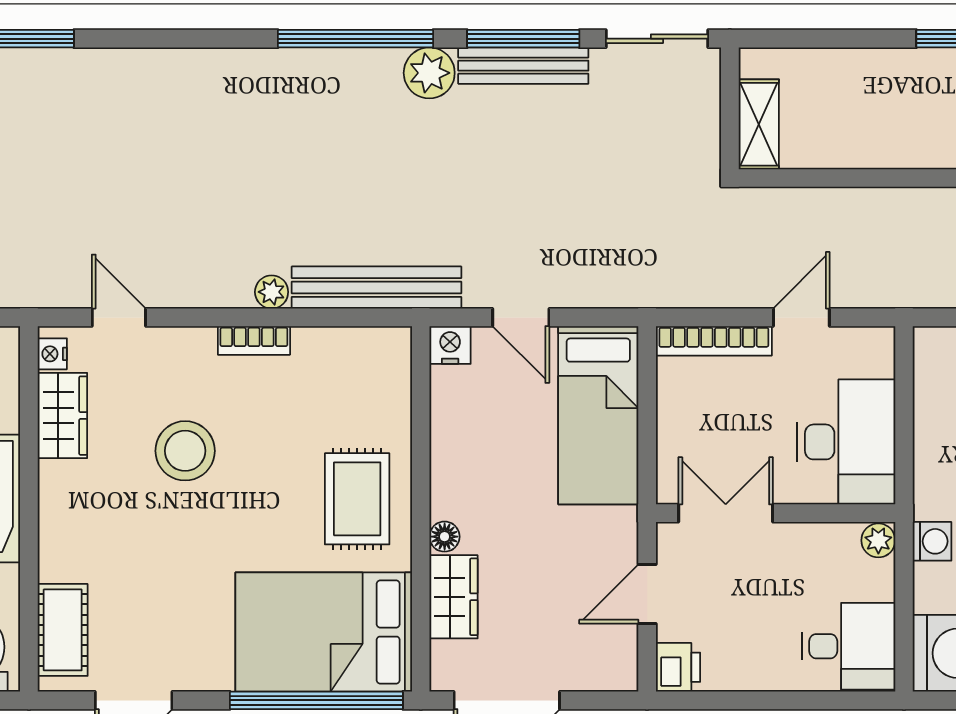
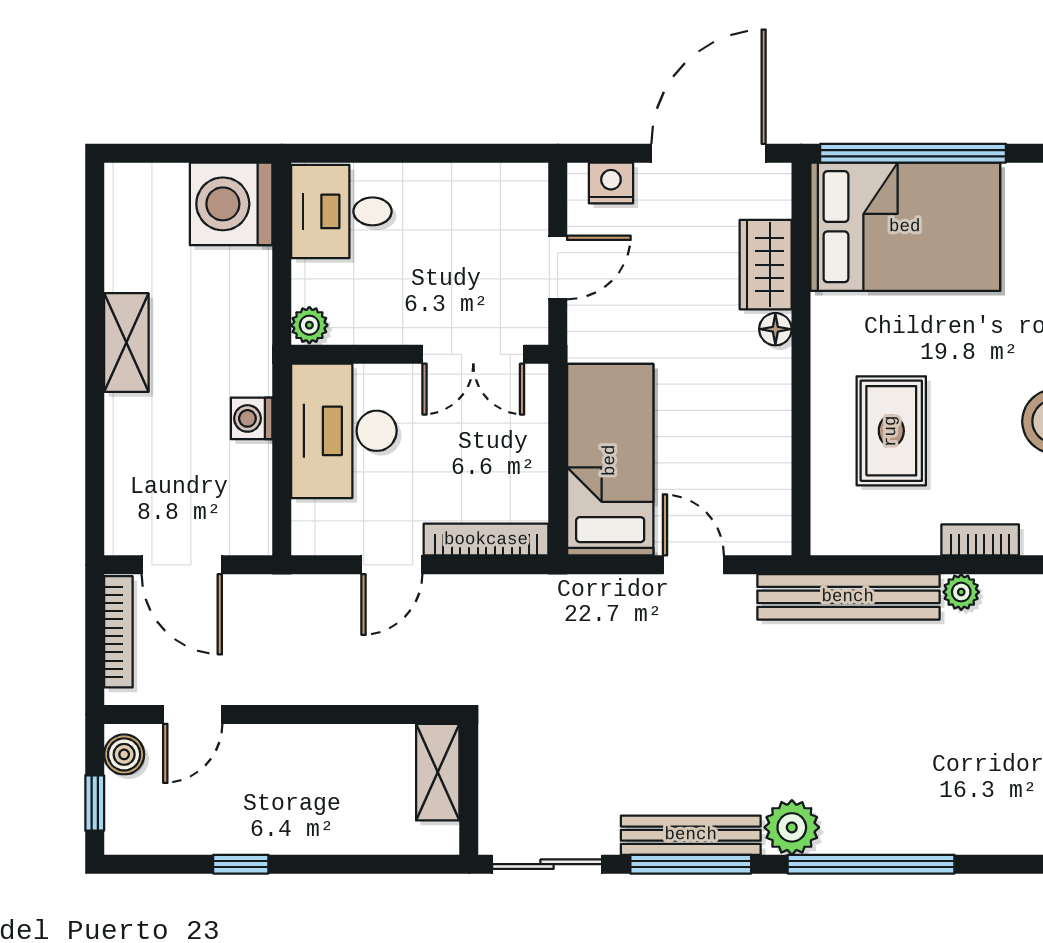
nightstand: (450, 345) -> (611, 183), moved, turned 180
rug: (357, 499) -> (891, 431), moved
washing machine: (932, 541) -> (252, 418), moved
printer: (678, 667) -> (525, 189), removed

